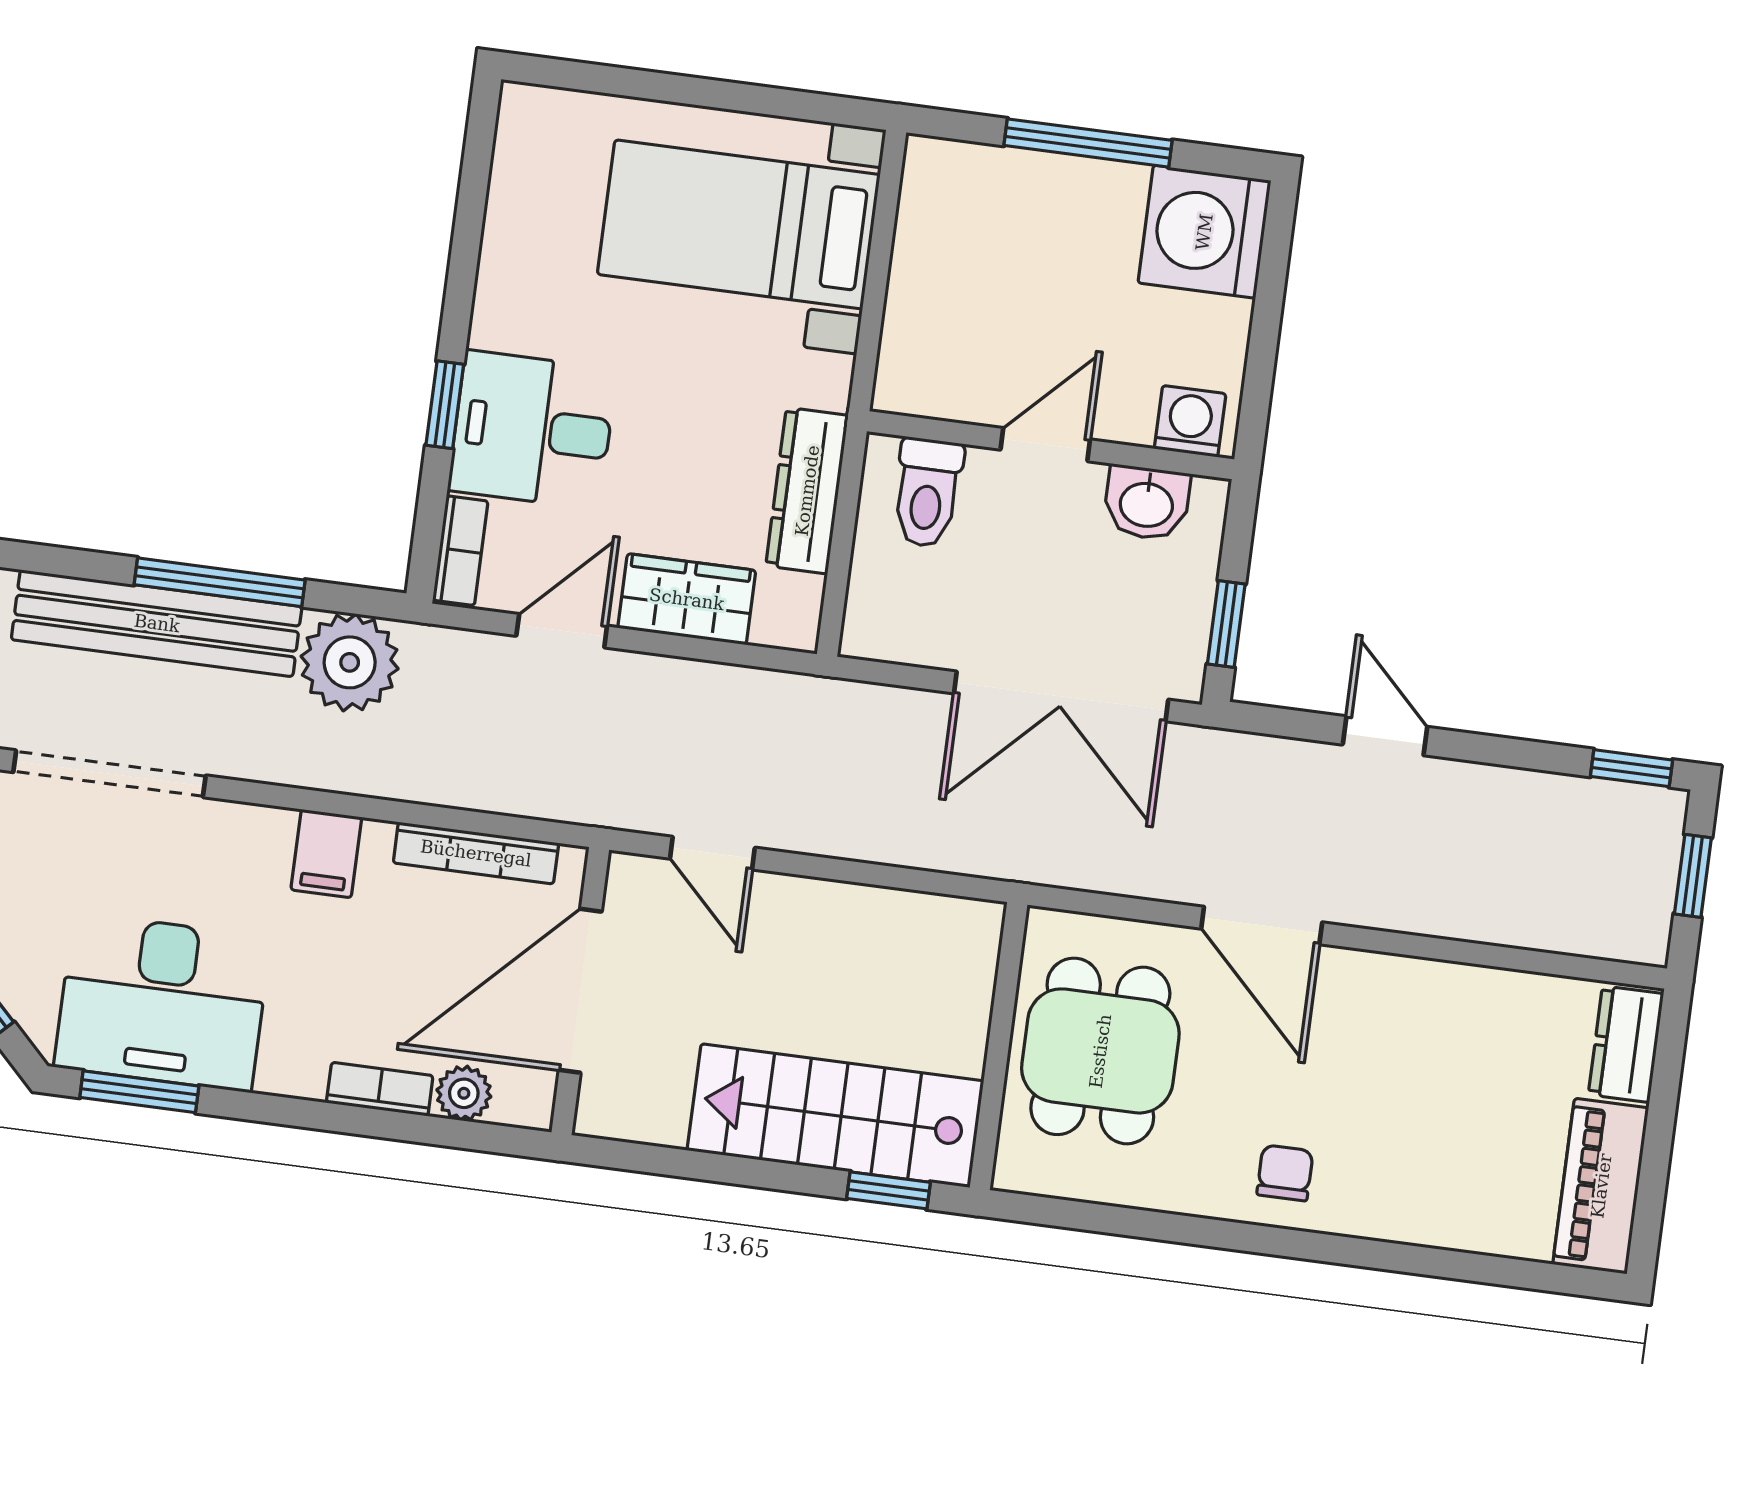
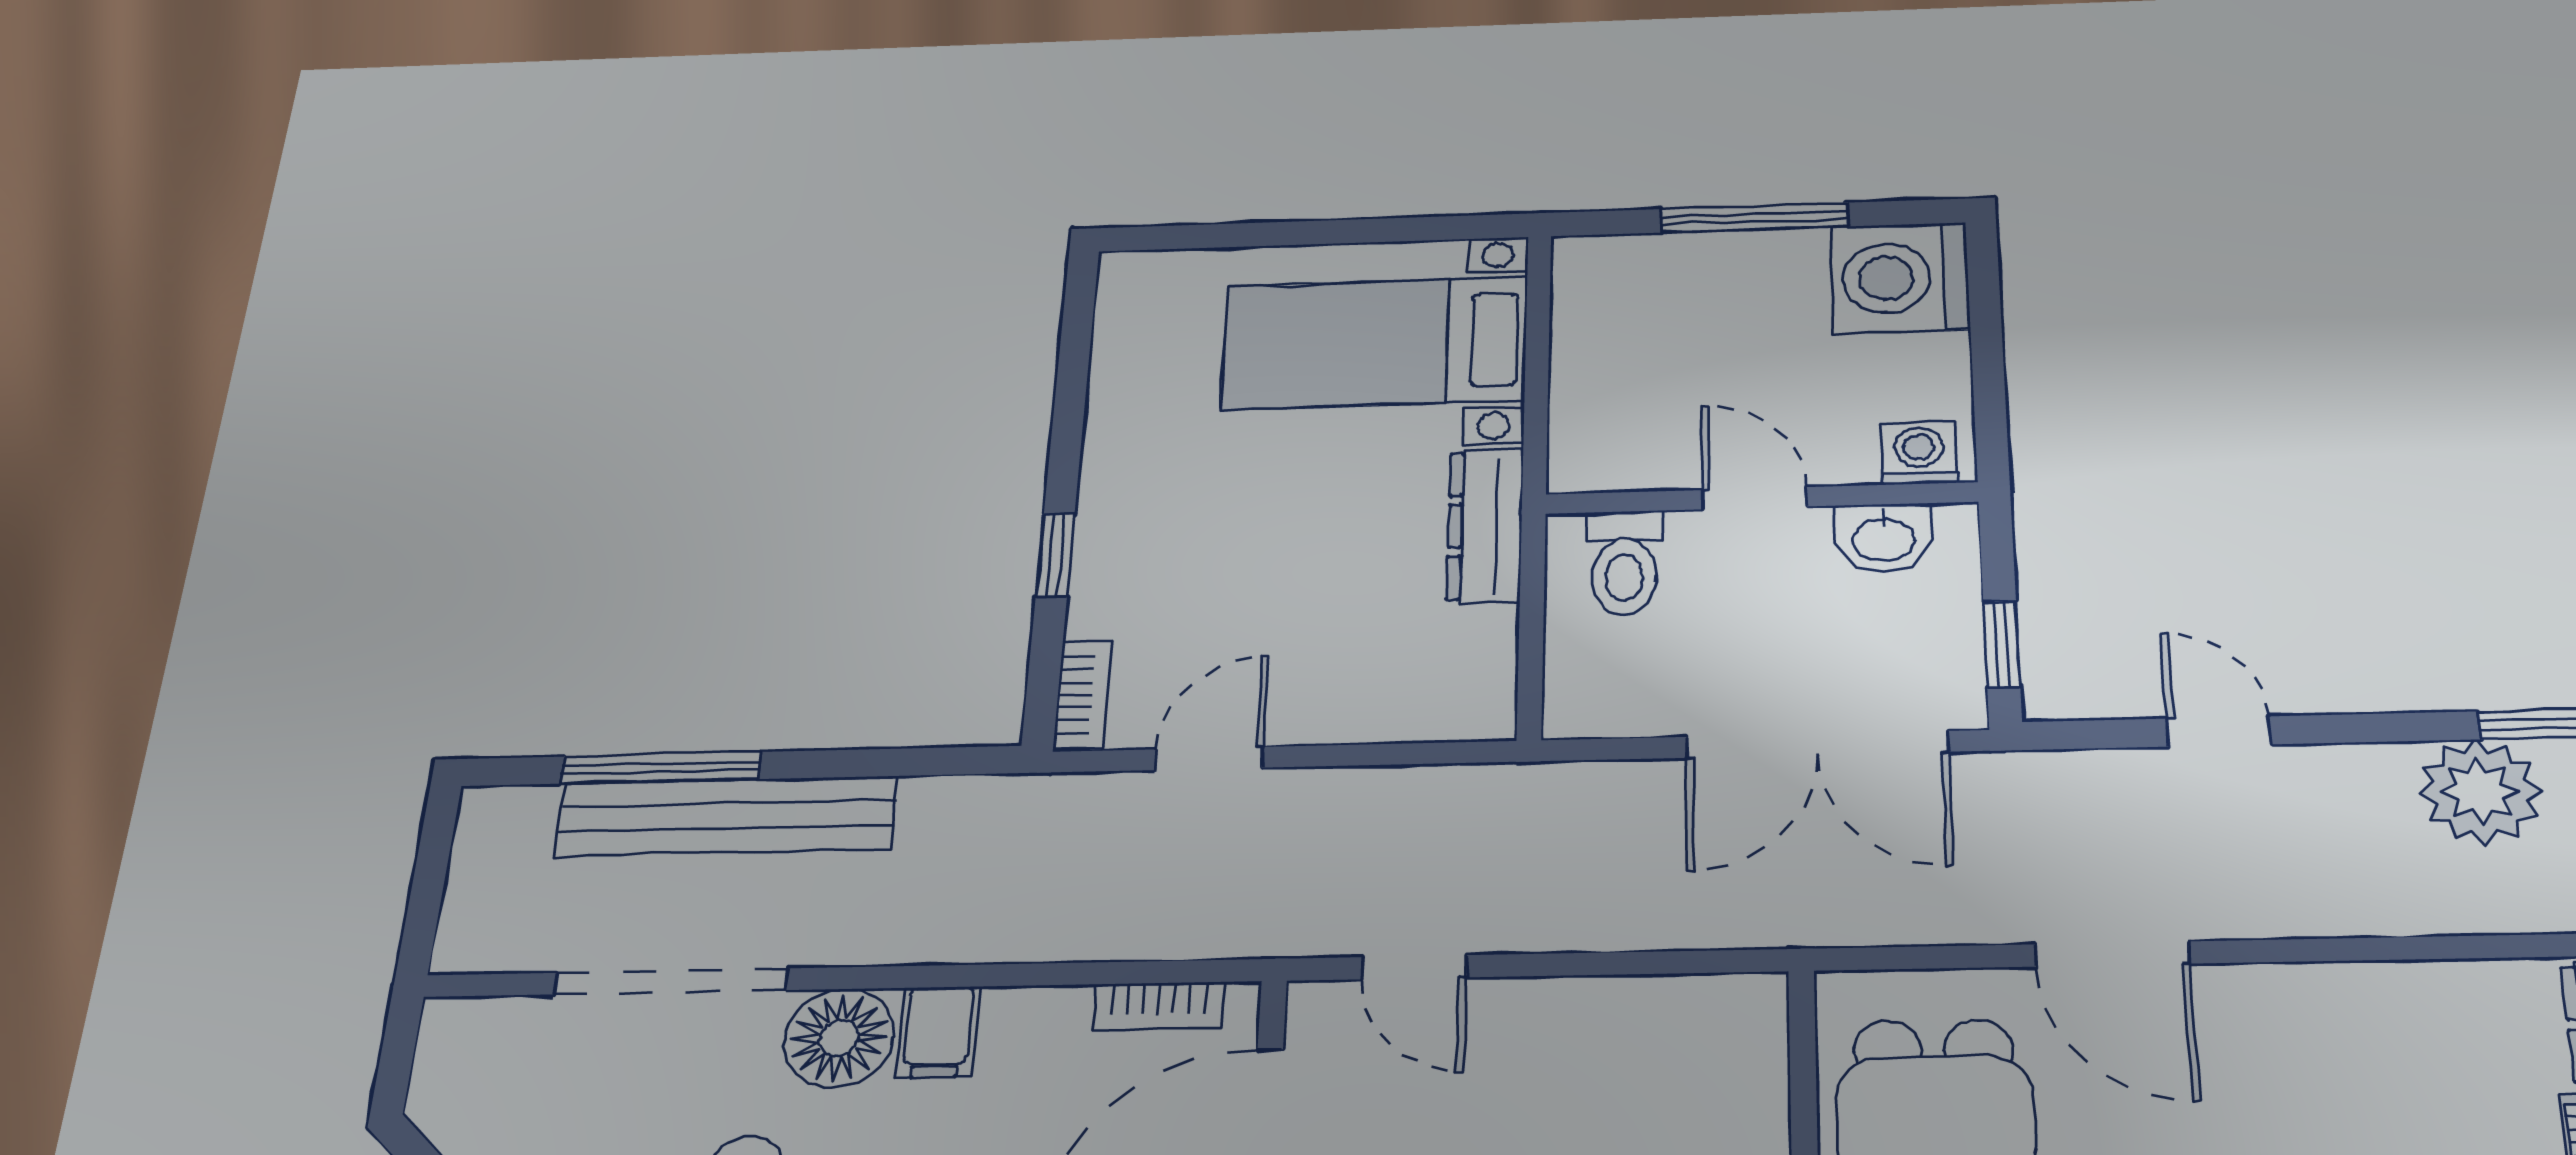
desk: (532, 430) -> (1158, 565), removed
door: (1045, 445) -> (1755, 498), hinge flipped
dresser: (807, 491) -> (1485, 525), moved
window: (220, 582) -> (661, 768), moved
wardrobe: (687, 599) -> (1354, 706), removed
plant: (350, 662) -> (2480, 792), moved
floor lamp: (246, 847) -> (839, 1038), added
bookcase: (476, 853) -> (1159, 1006), width x0.64

